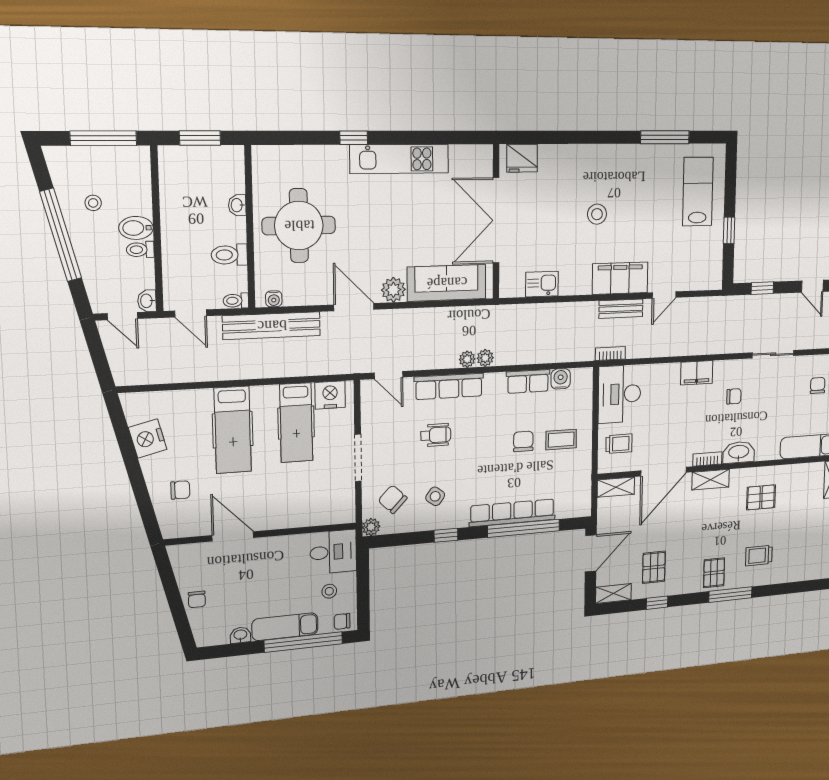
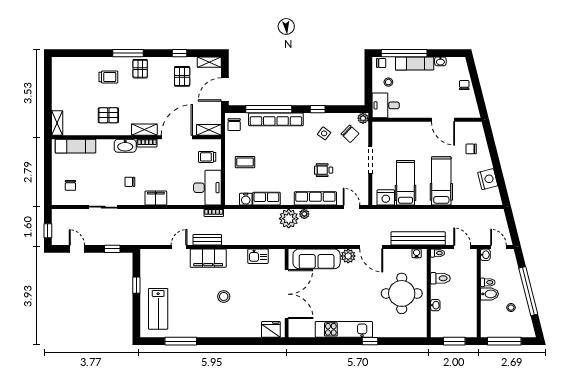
plant: (485, 358) -> (289, 219), width x1.87, depth x1.87
chair: (523, 441) -> (234, 125), moved

